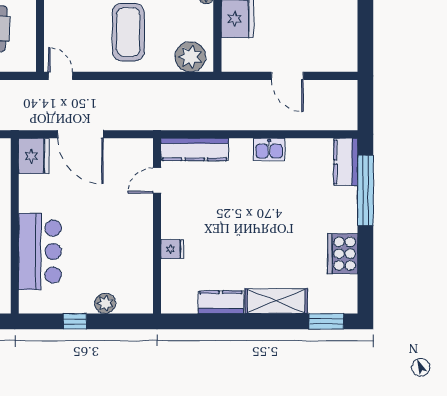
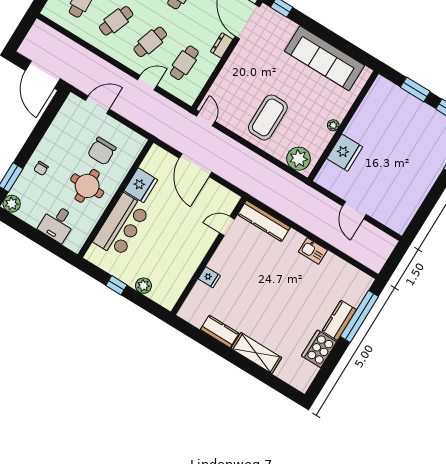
fridge: (34, 156) -> (141, 185), moved
kitchen counter: (346, 162) -> (339, 320), moved
window: (326, 321) -> (281, 387), removed

